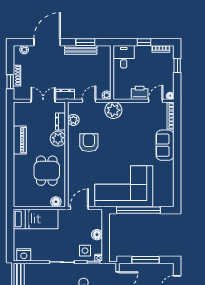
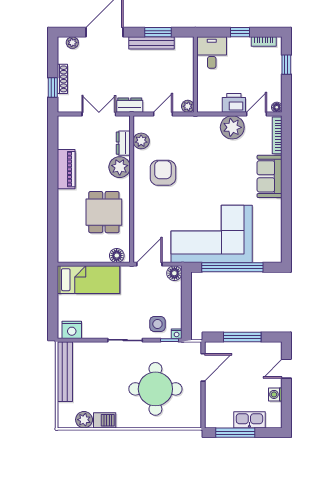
plant: (113, 110) -> (232, 127), moved
floor lamp: (97, 235) -> (174, 273), moved

